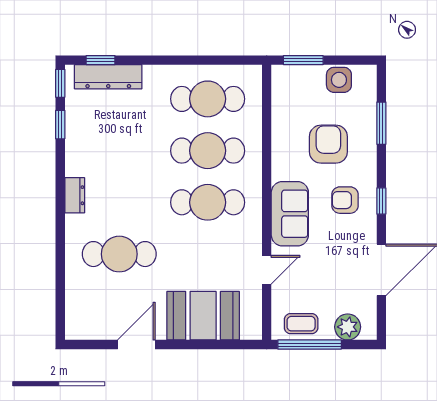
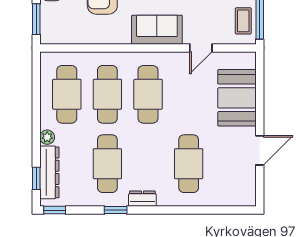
plant: (153, 74) -> (47, 137), added
window: (60, 125) -> (116, 210), moved
cafe table: (119, 151) -> (107, 164), added
door: (267, 270) -> (201, 48), swing flipped
door: (136, 345) -> (260, 150), swing flipped

